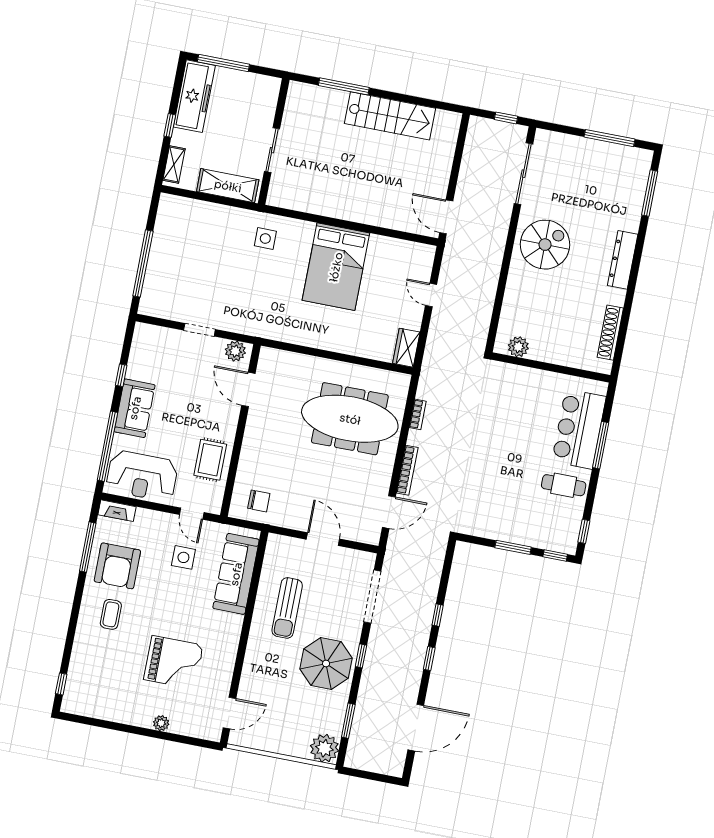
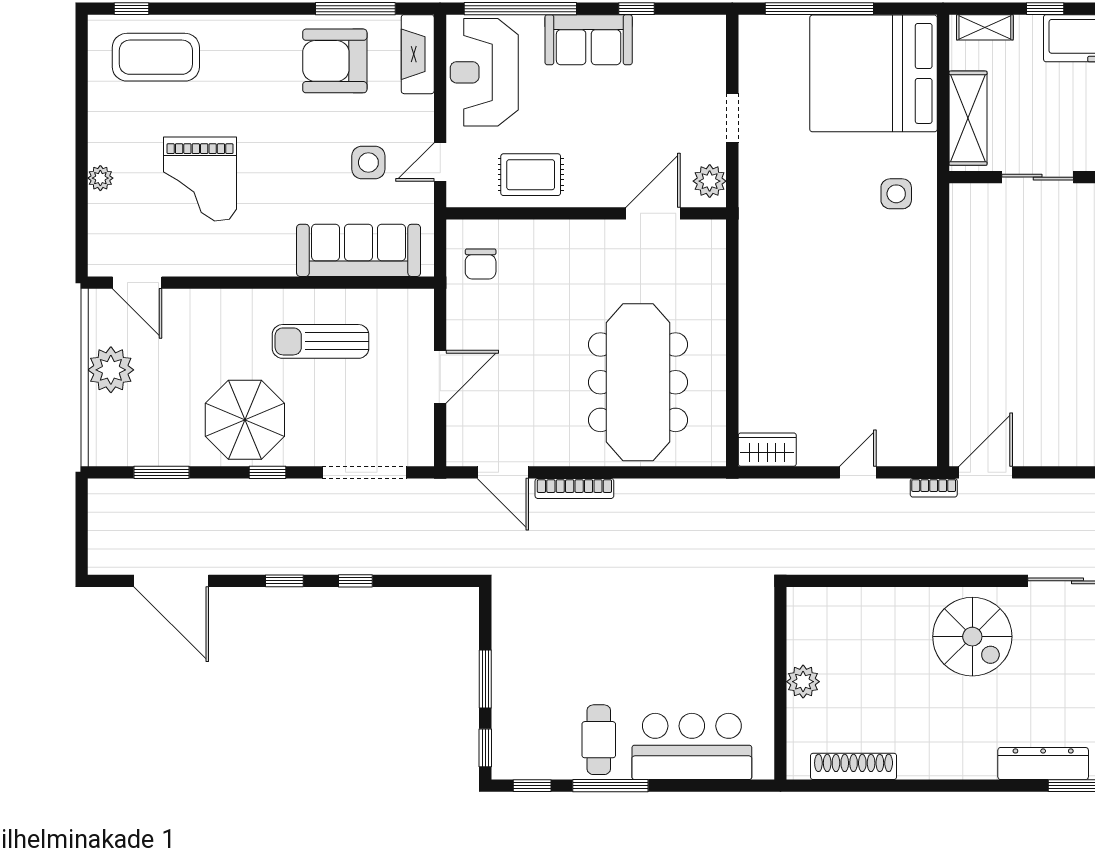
dresser: (623, 260) -> (1043, 764), moved
bed: (336, 267) -> (873, 73), moved, width x1.36
plant: (518, 347) -> (803, 682), moved
bookcase: (418, 414) -> (934, 488), moved
window: (601, 445) -> (610, 786), moved
fireplace: (117, 511) -> (418, 54), width x1.37, depth x1.32
coffee table: (111, 614) -> (156, 57), moved, width x1.86, depth x1.72
plant: (324, 748) -> (111, 370), moved

